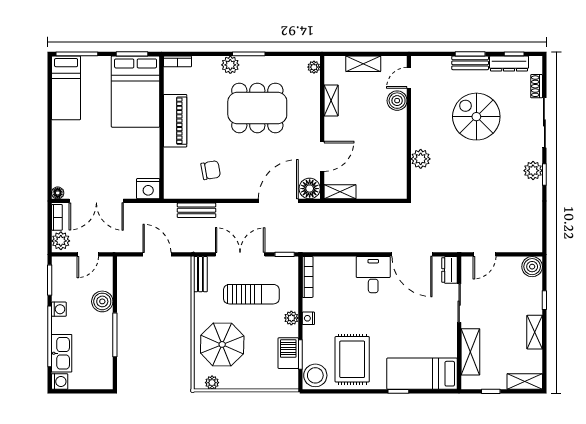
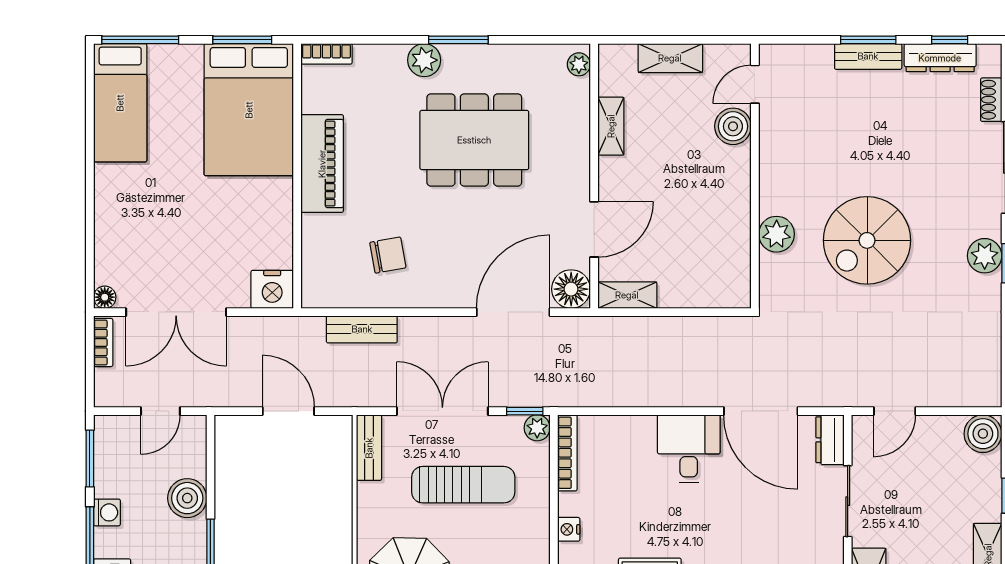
spiral stairs: (476, 117) -> (867, 240), moved, turned -90
plant: (61, 241) -> (110, 386), removed
plant: (291, 318) -> (537, 428), moved

